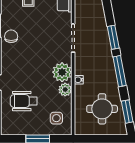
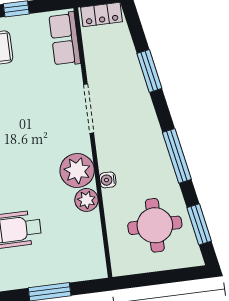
window: (113, 37) -> (149, 71), moved
side table: (56, 118) -> (77, 252), removed

